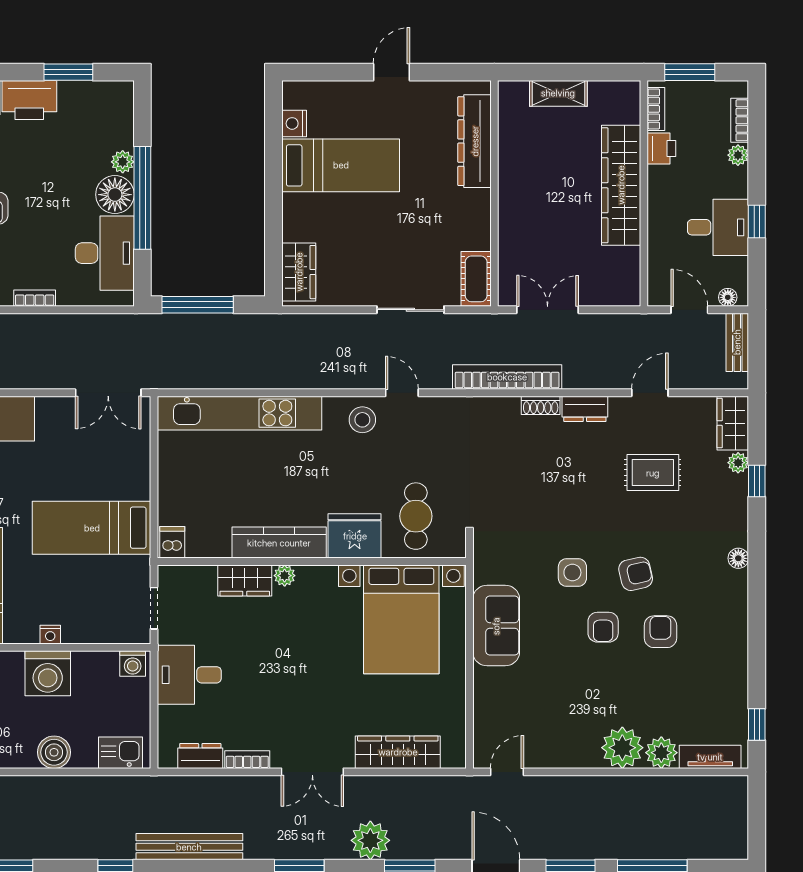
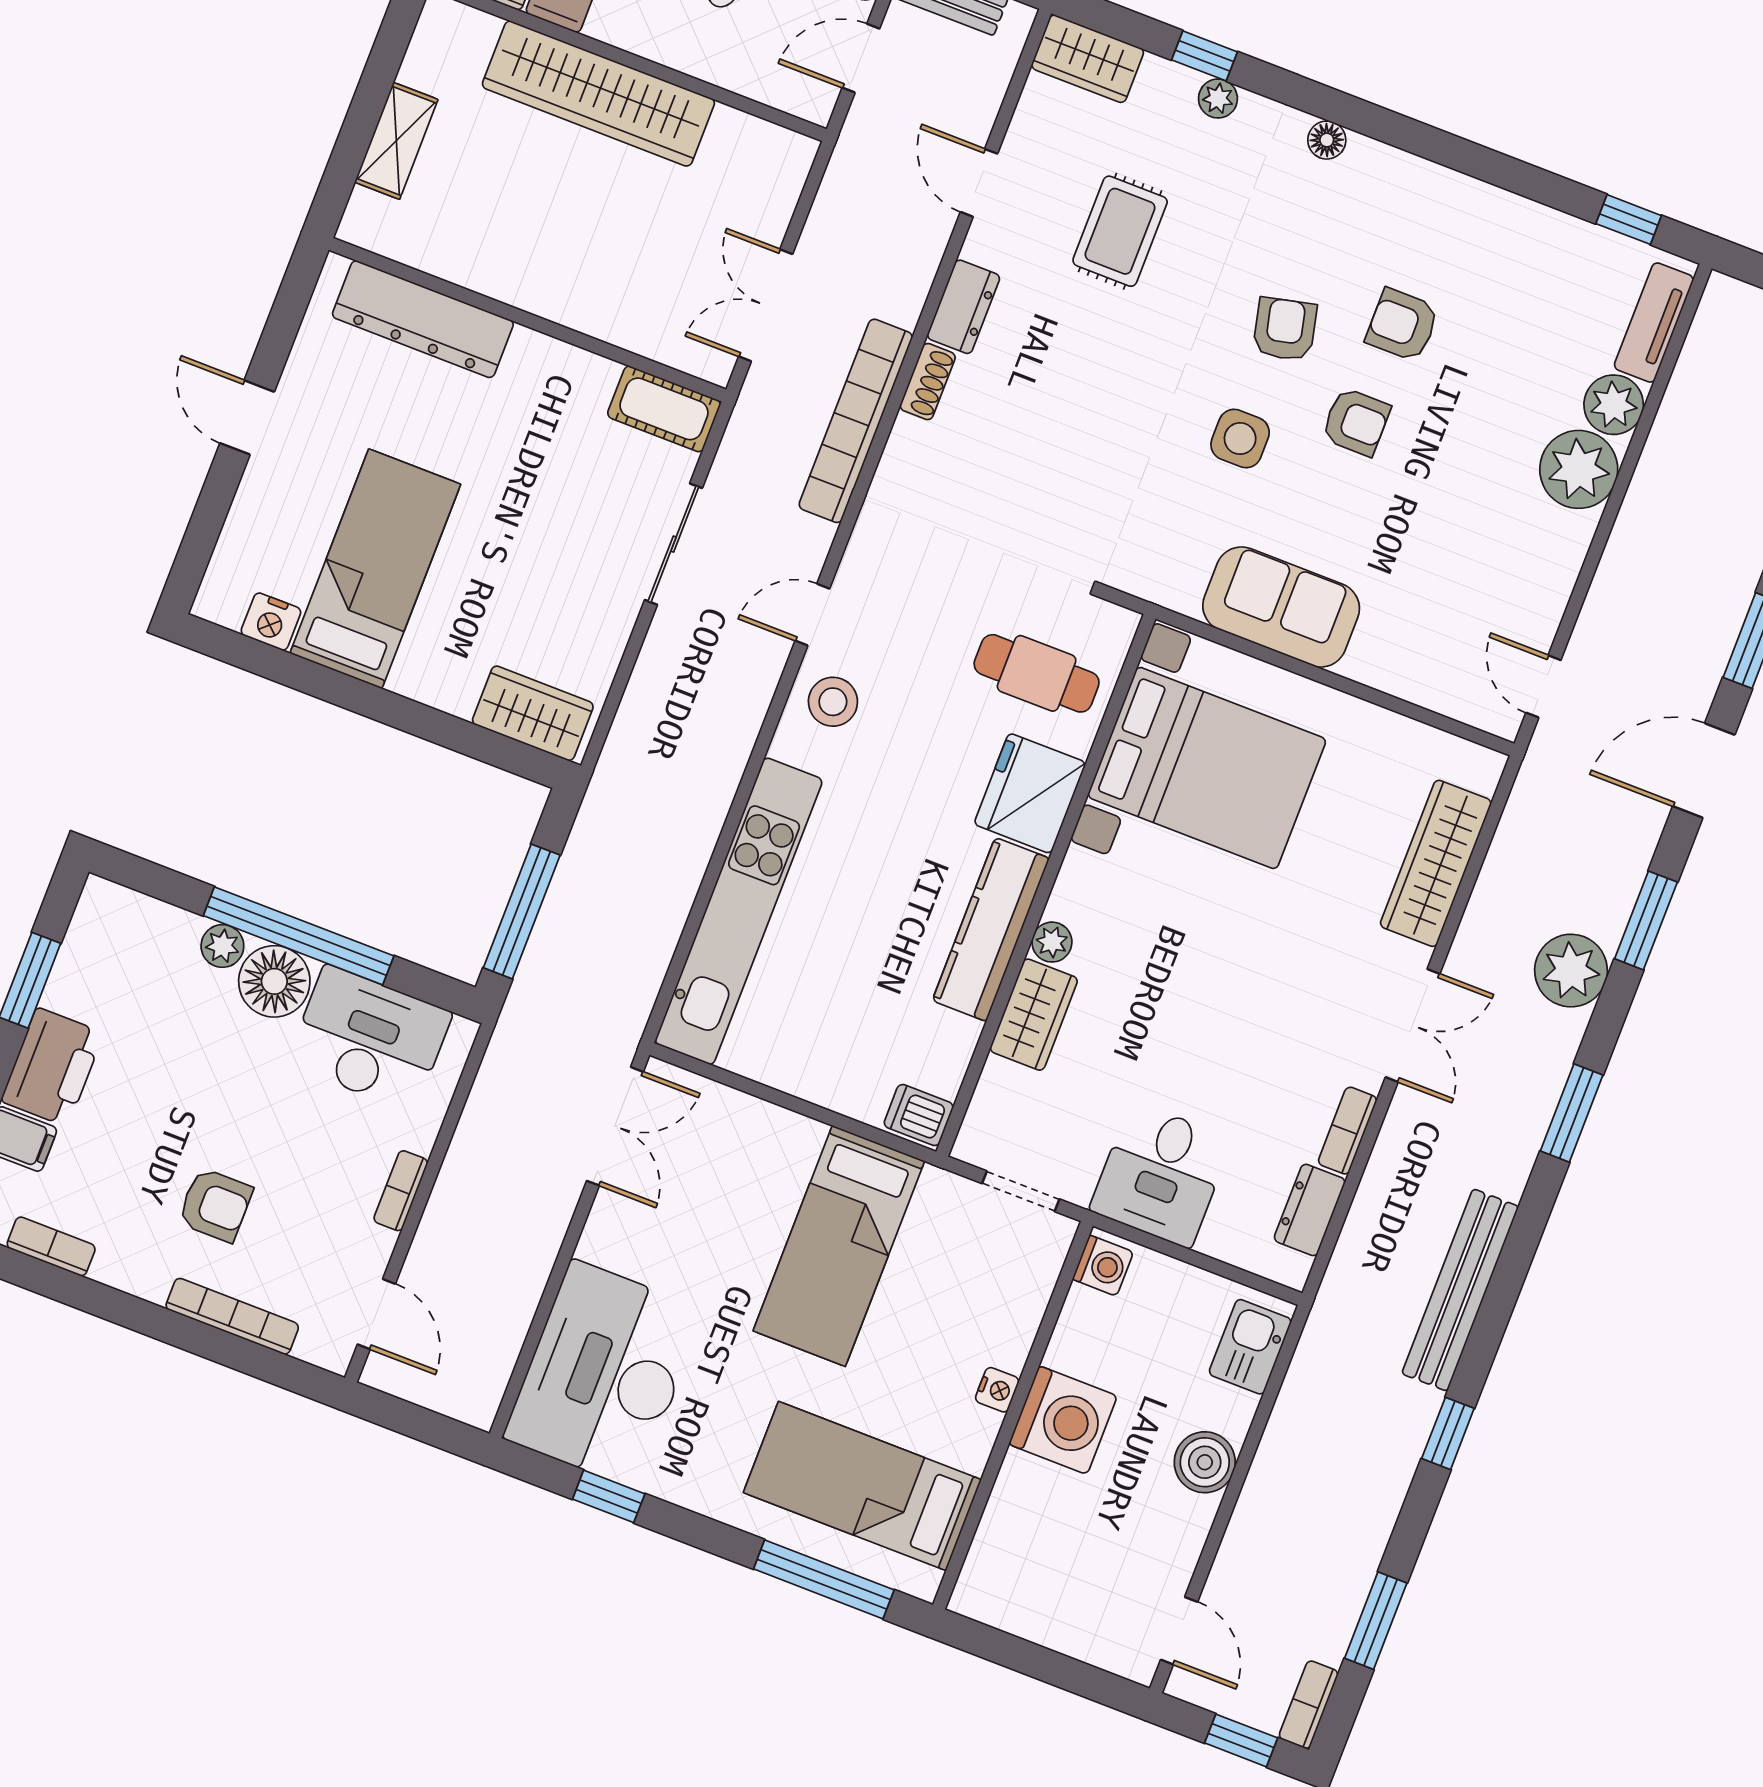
plant: (738, 463) -> (1218, 99), moved

